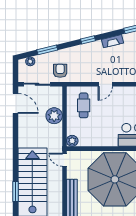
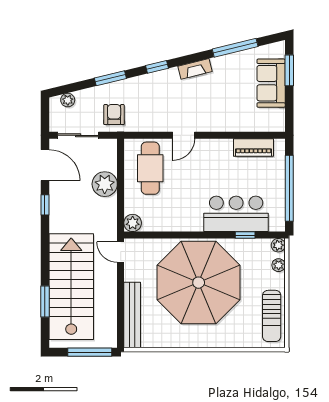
window: (47, 50) -> (110, 78), moved
cafe table: (84, 105) -> (150, 168), width x1.37, depth x1.35
window: (16, 129) -> (45, 205), added

